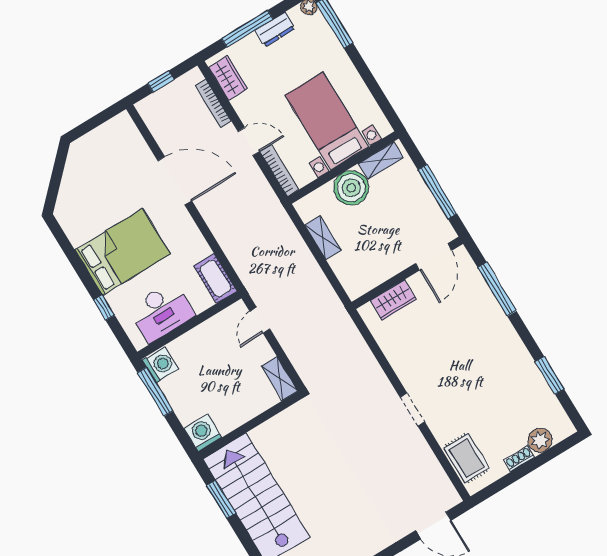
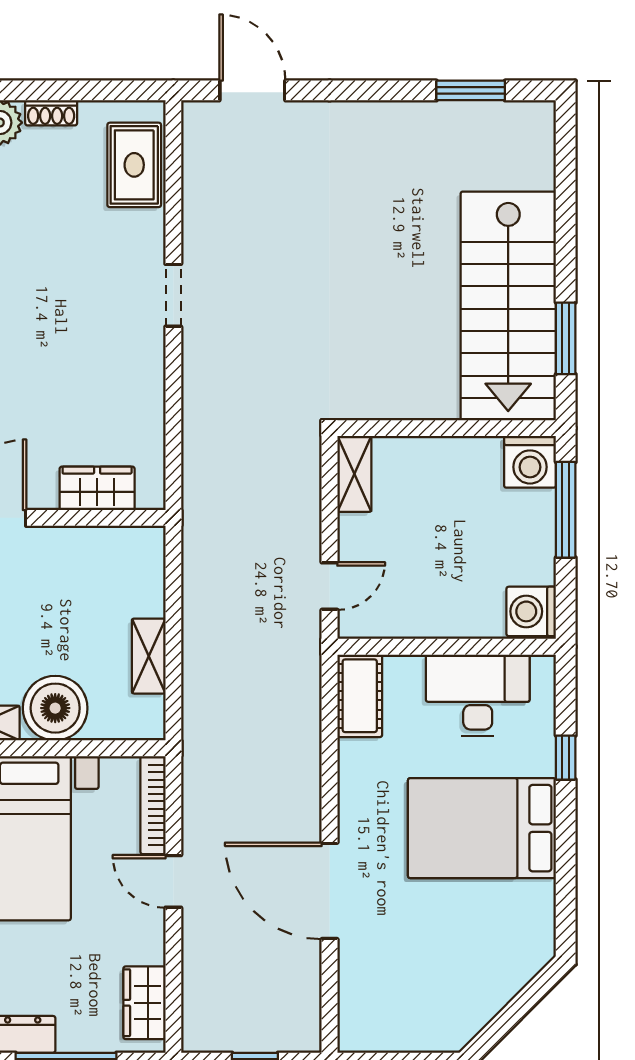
bookcase: (213, 103) -> (193, 977), removed
window: (155, 392) -> (566, 510), moved

